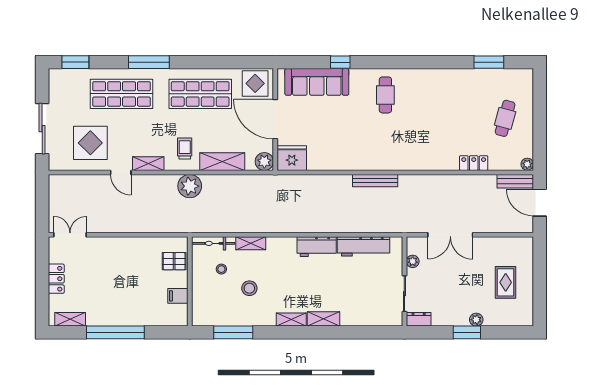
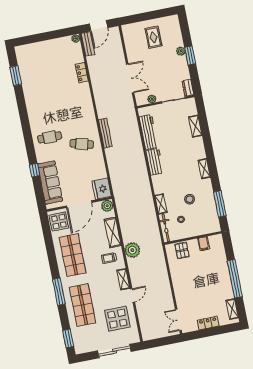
cafe table: (505, 118) -> (82, 144), moved
rug: (506, 282) -> (153, 37), turned 90
shelving: (324, 319) -> (195, 126), moved

